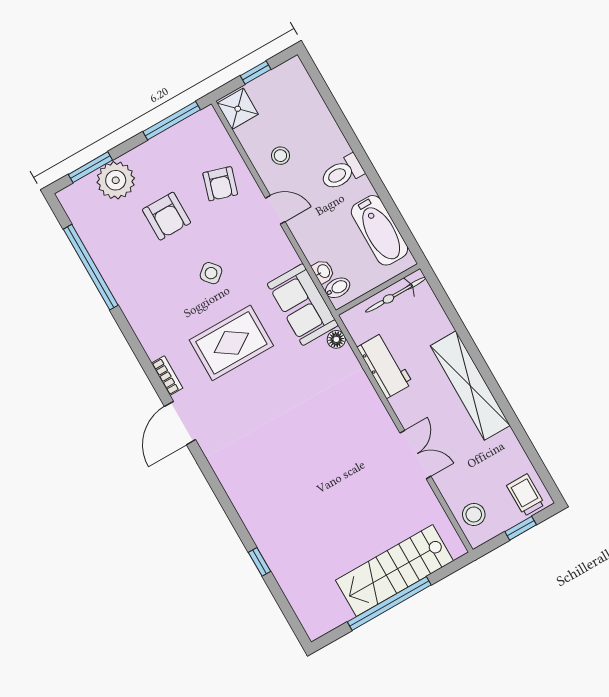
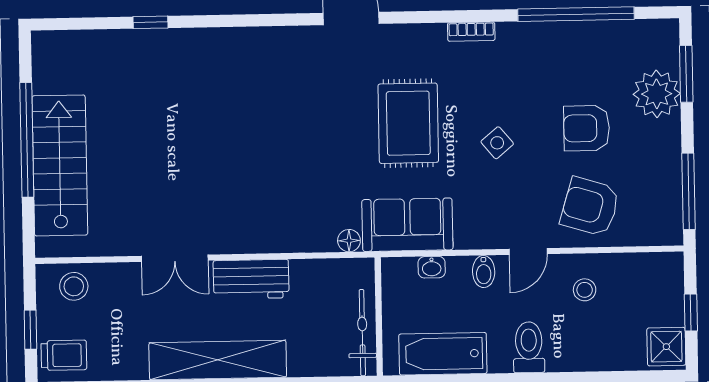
shower: (238, 109) -> (666, 347), moved
armchair: (220, 184) -> (590, 207), width x1.38, depth x1.38
bidet: (338, 288) -> (484, 272), moved
workbench: (385, 365) -> (251, 279), moved
bookcase: (167, 376) -> (471, 32), moved

